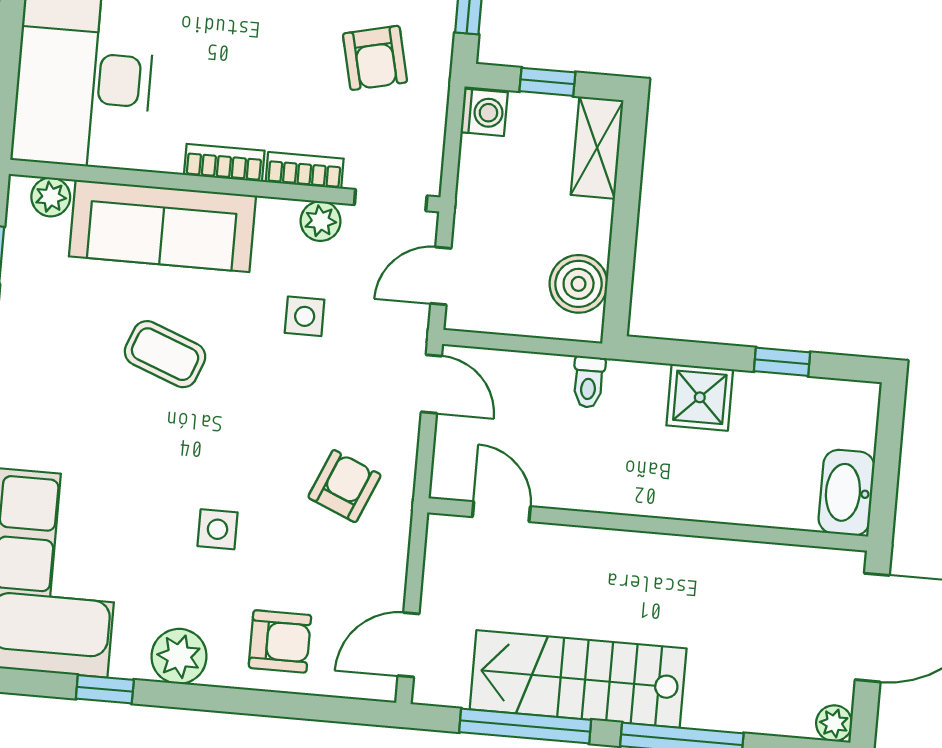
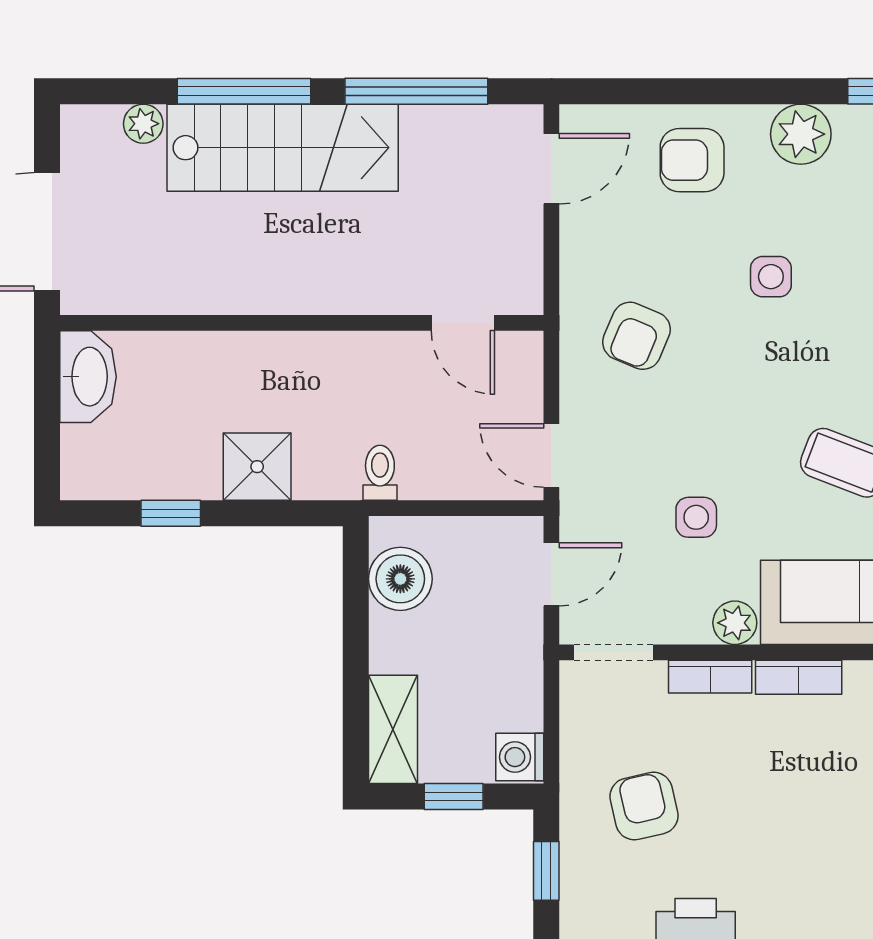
plant: (321, 221) -> (735, 623), moved
stairs: (578, 679) -> (283, 148), moved
plant: (834, 723) -> (143, 124), moved

